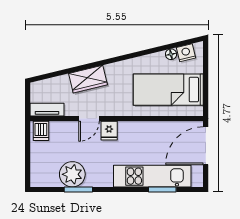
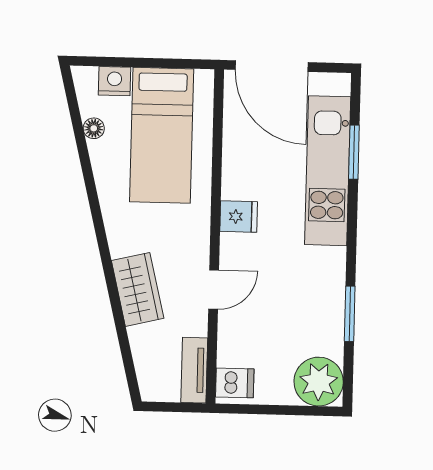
nightstand: (186, 53) -> (114, 81), moved, turned 104
door: (89, 119) -> (214, 289), hinge flipped
fridge: (109, 131) -> (239, 217), moved
plant: (72, 174) -> (319, 382), moved

